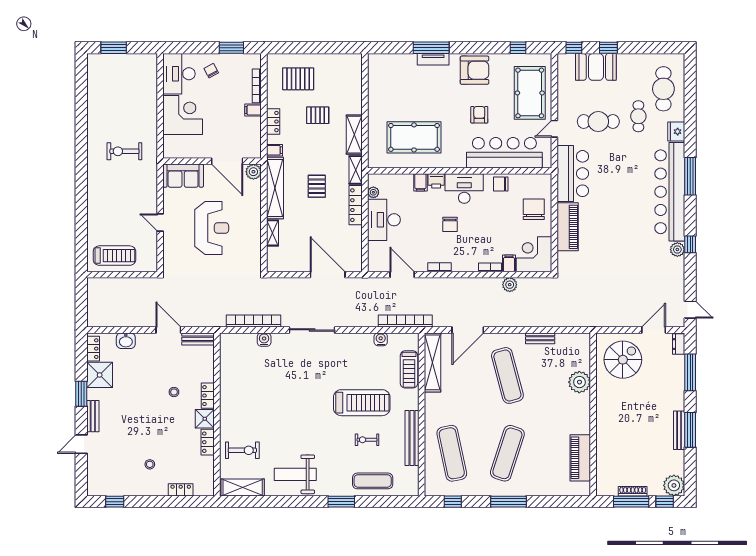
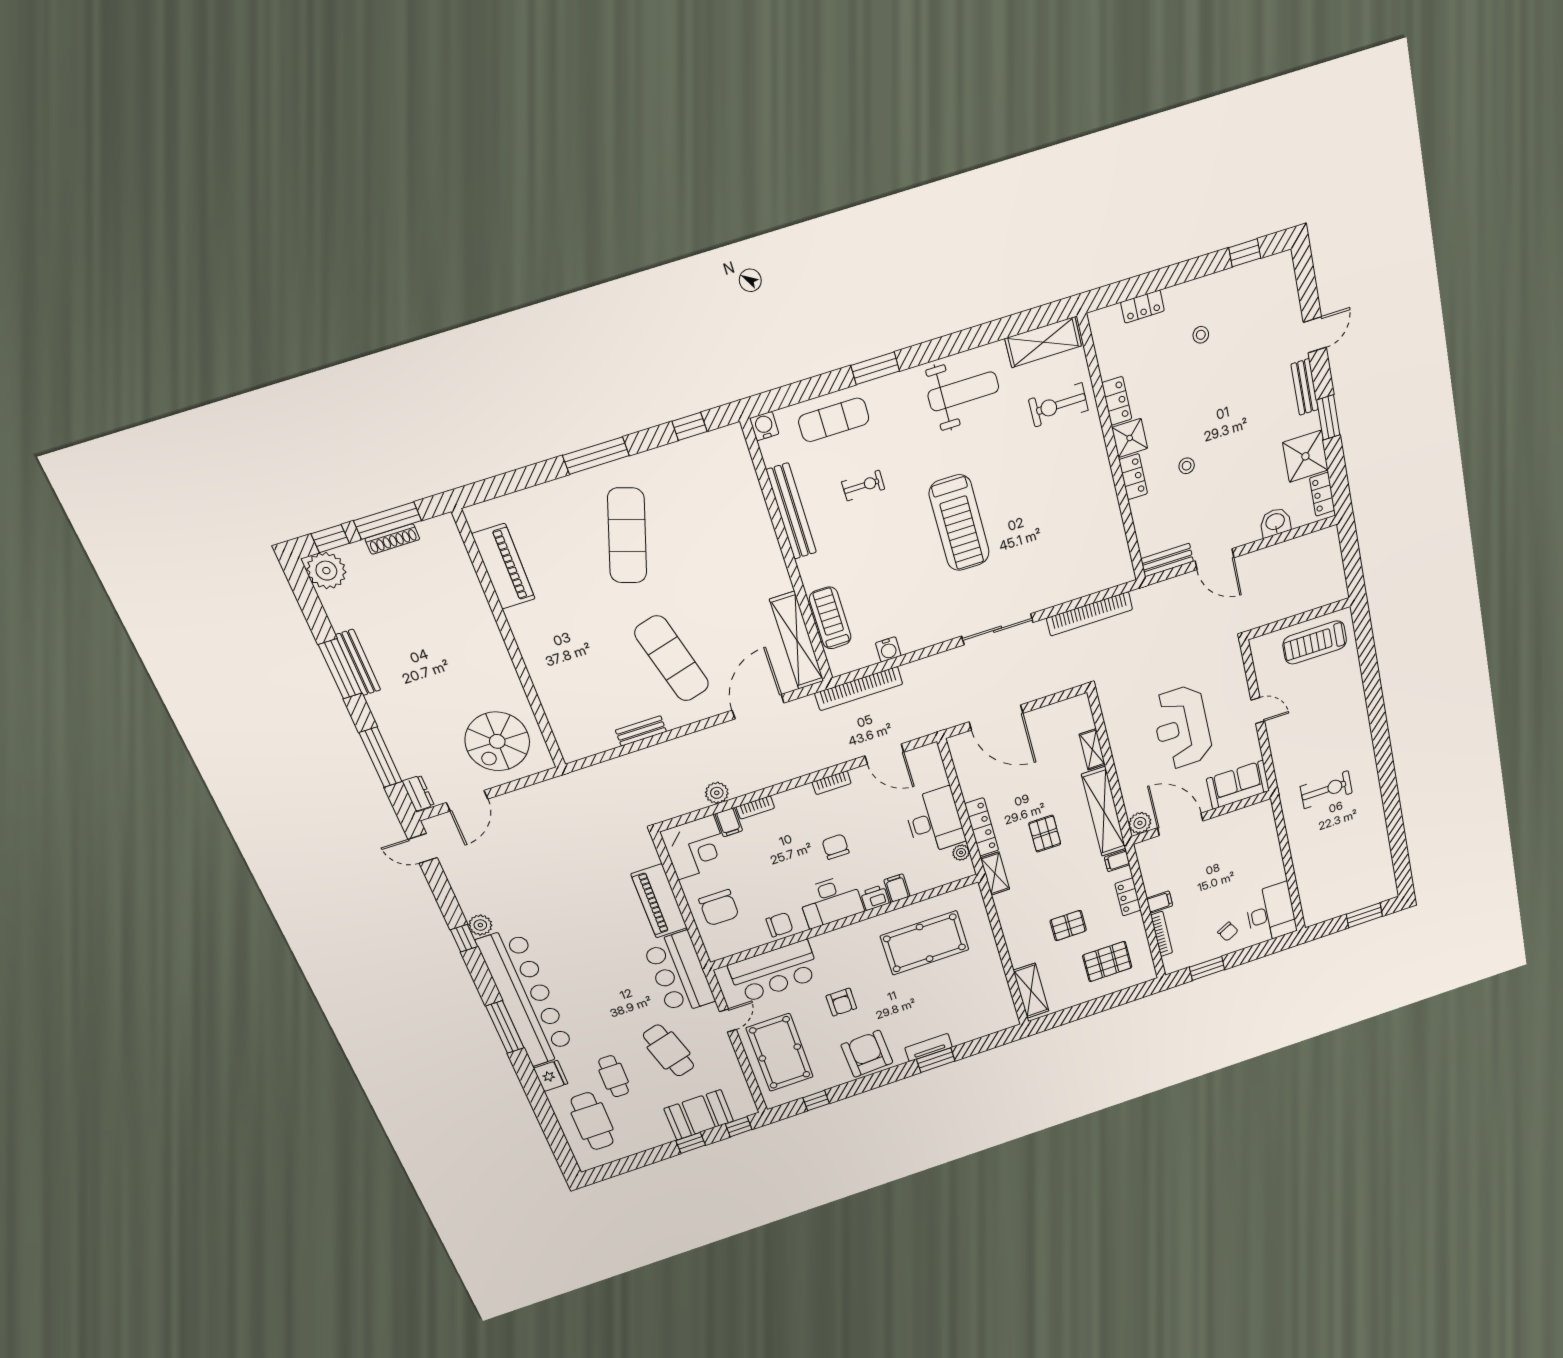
window: (431, 48) -> (936, 1060), width x0.69
armchair: (474, 70) -> (867, 1054), turned 87
corner desk: (183, 115) -> (1255, 863), removed
cafe table: (598, 122) -> (669, 1051), turned 74
shelving: (354, 135) -> (1031, 991), moved
bar counter: (504, 153) -> (774, 971), width x0.73
water cooler: (264, 340) -> (764, 426), moved, turned 180
plant: (579, 382) -> (553, 685), removed
treadmill: (362, 403) -> (959, 523), moved, turned -90
exercise mat: (452, 453) -> (719, 507), removed

